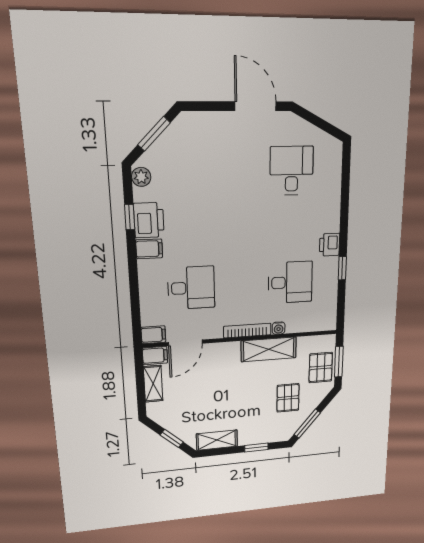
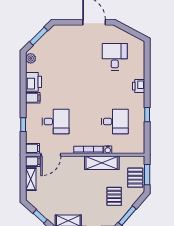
window: (130, 217) -> (23, 125), moved
printer: (330, 245) -> (139, 86), moved

